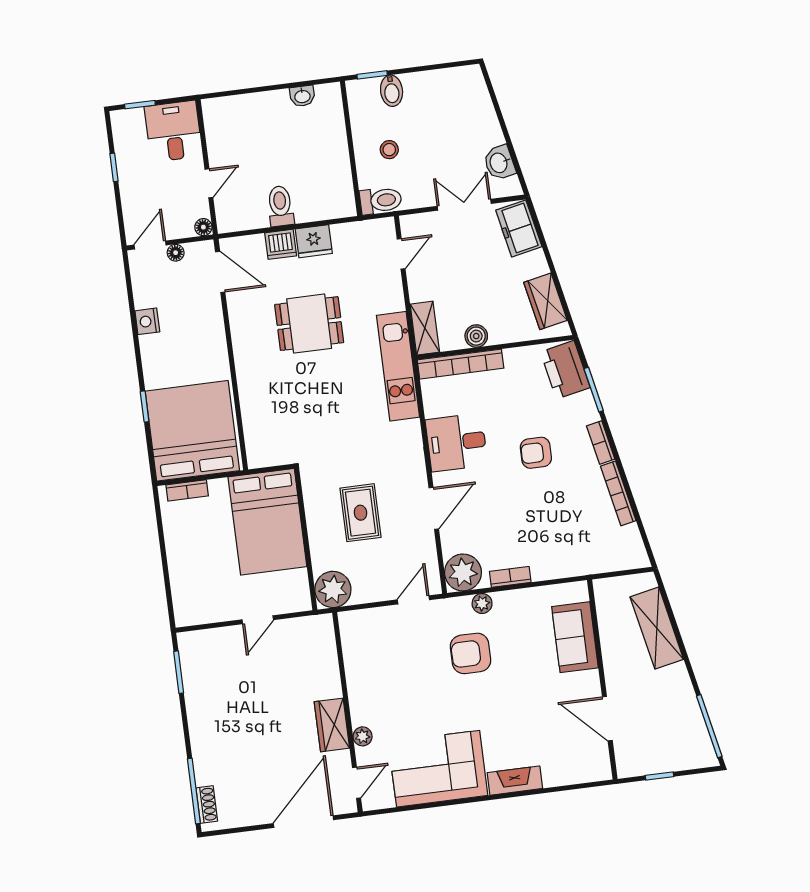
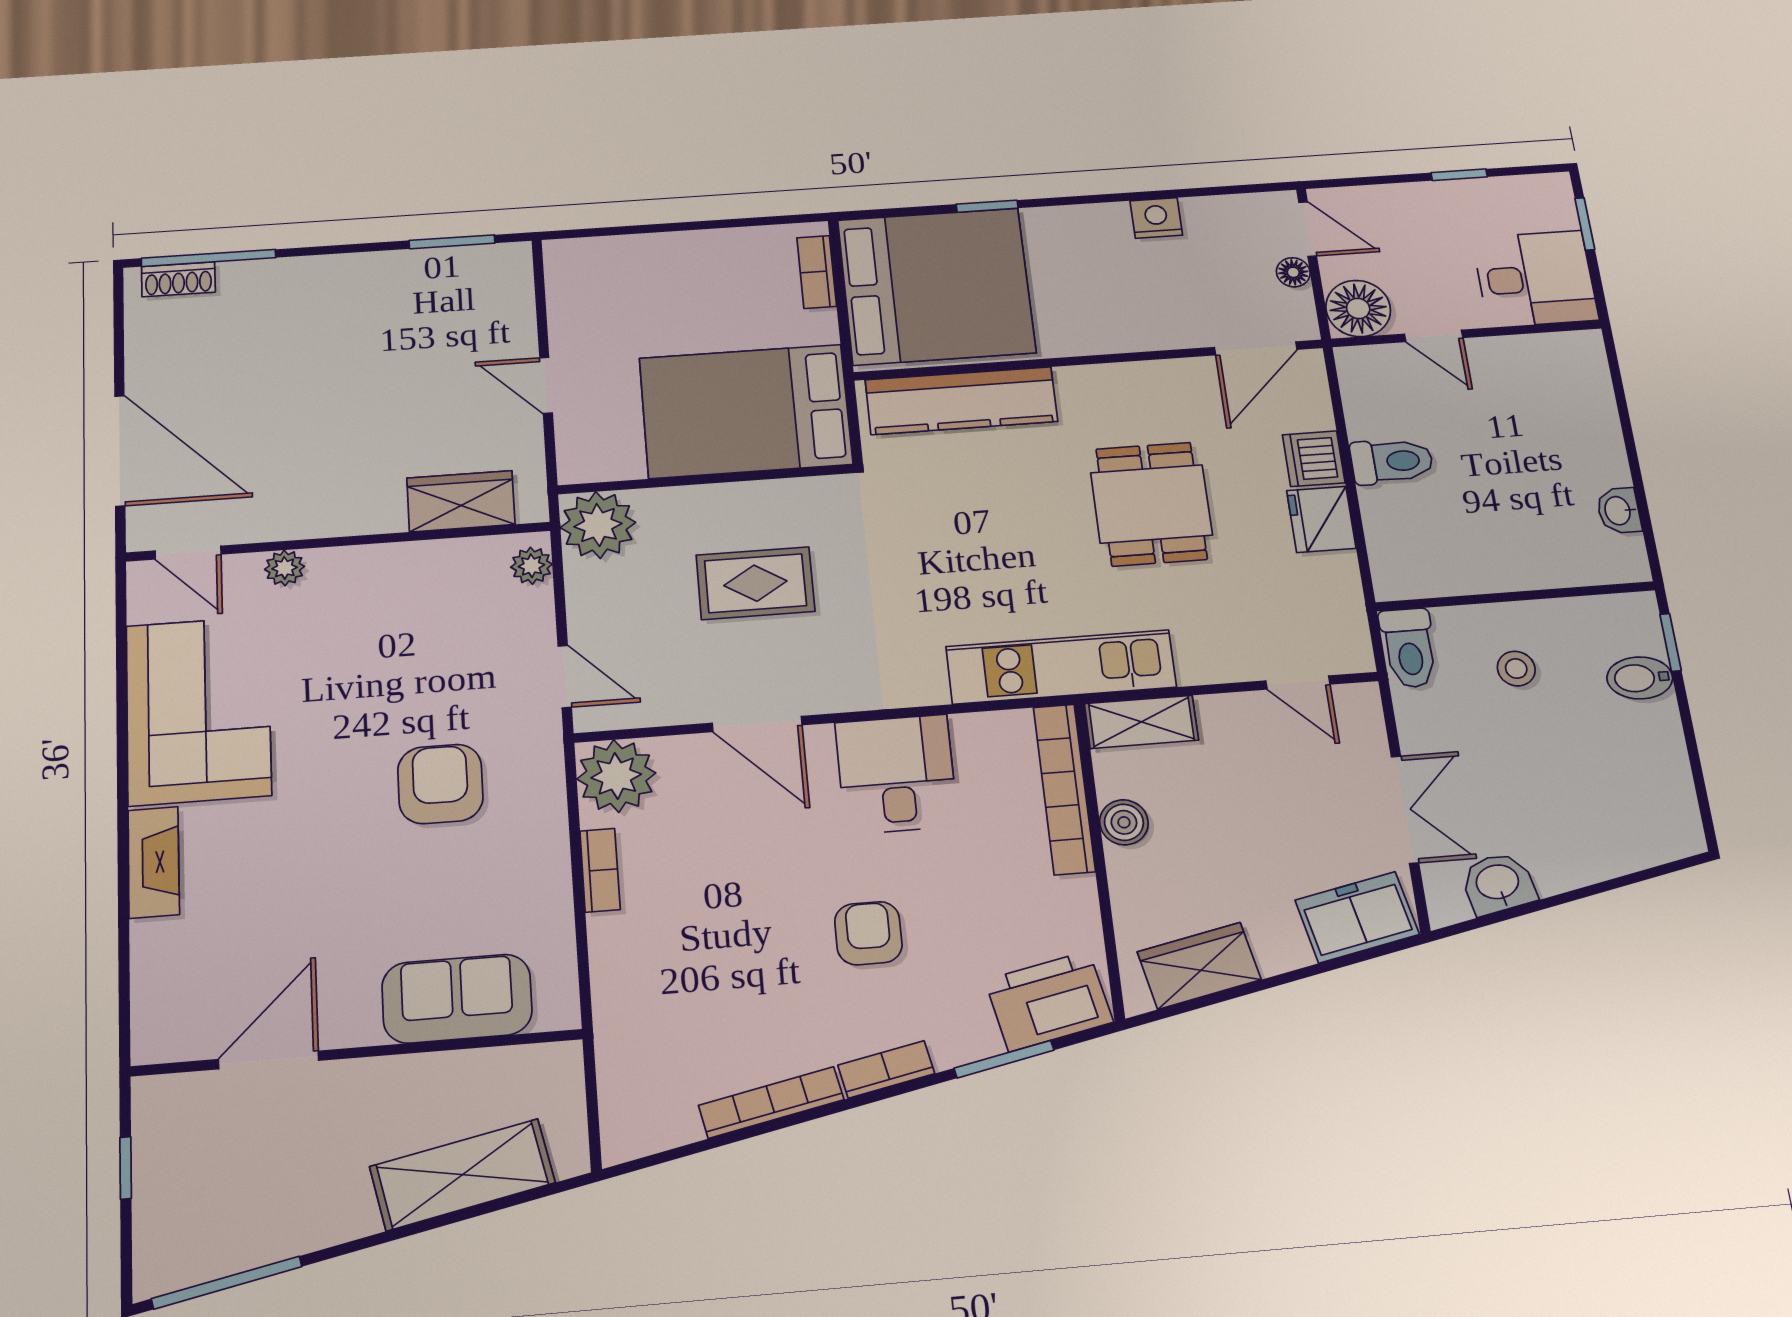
floor lamp: (203, 227) -> (1358, 308), width x1.89, depth x1.89
kitchen counter: (257, 417) -> (961, 401), added
plant: (482, 603) -> (531, 566), moved
wardrobe: (332, 725) -> (461, 501), moved

